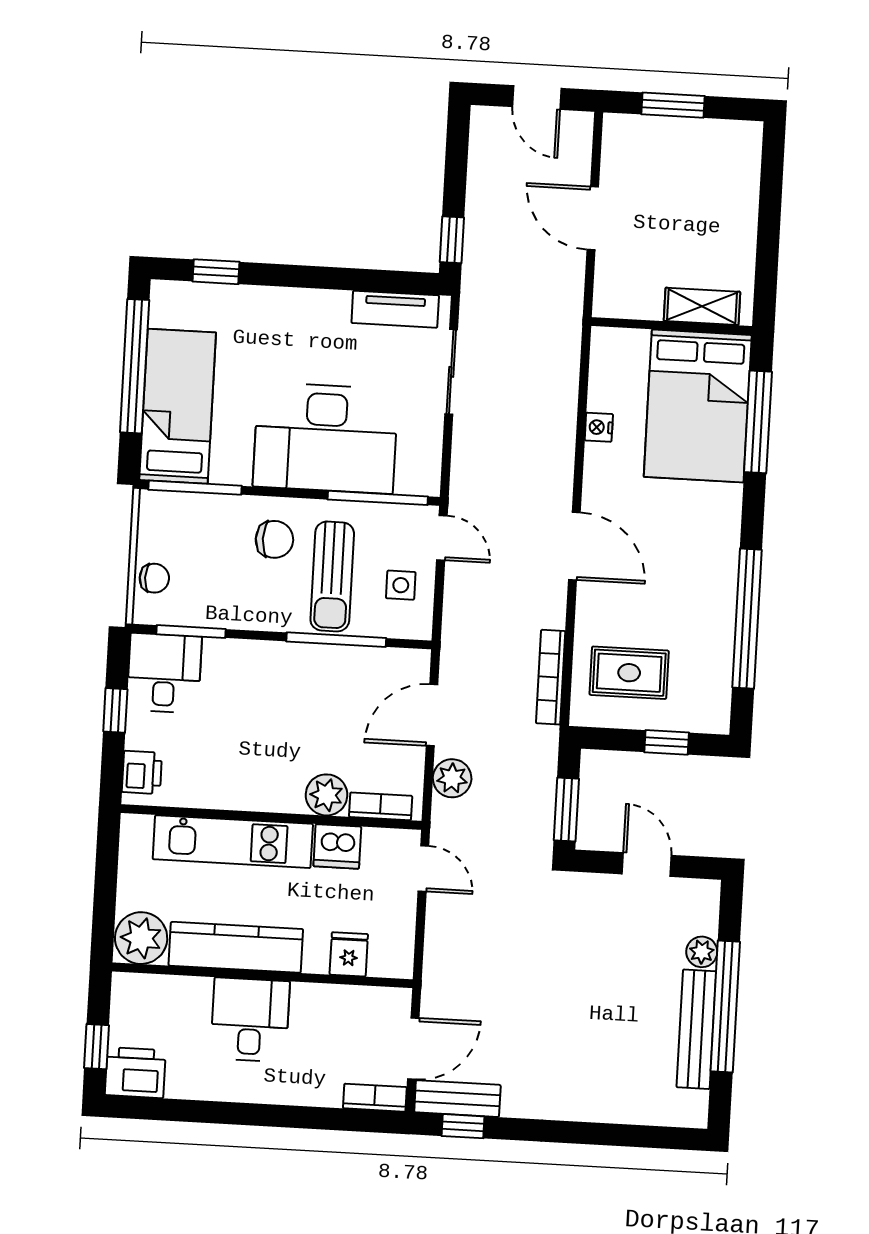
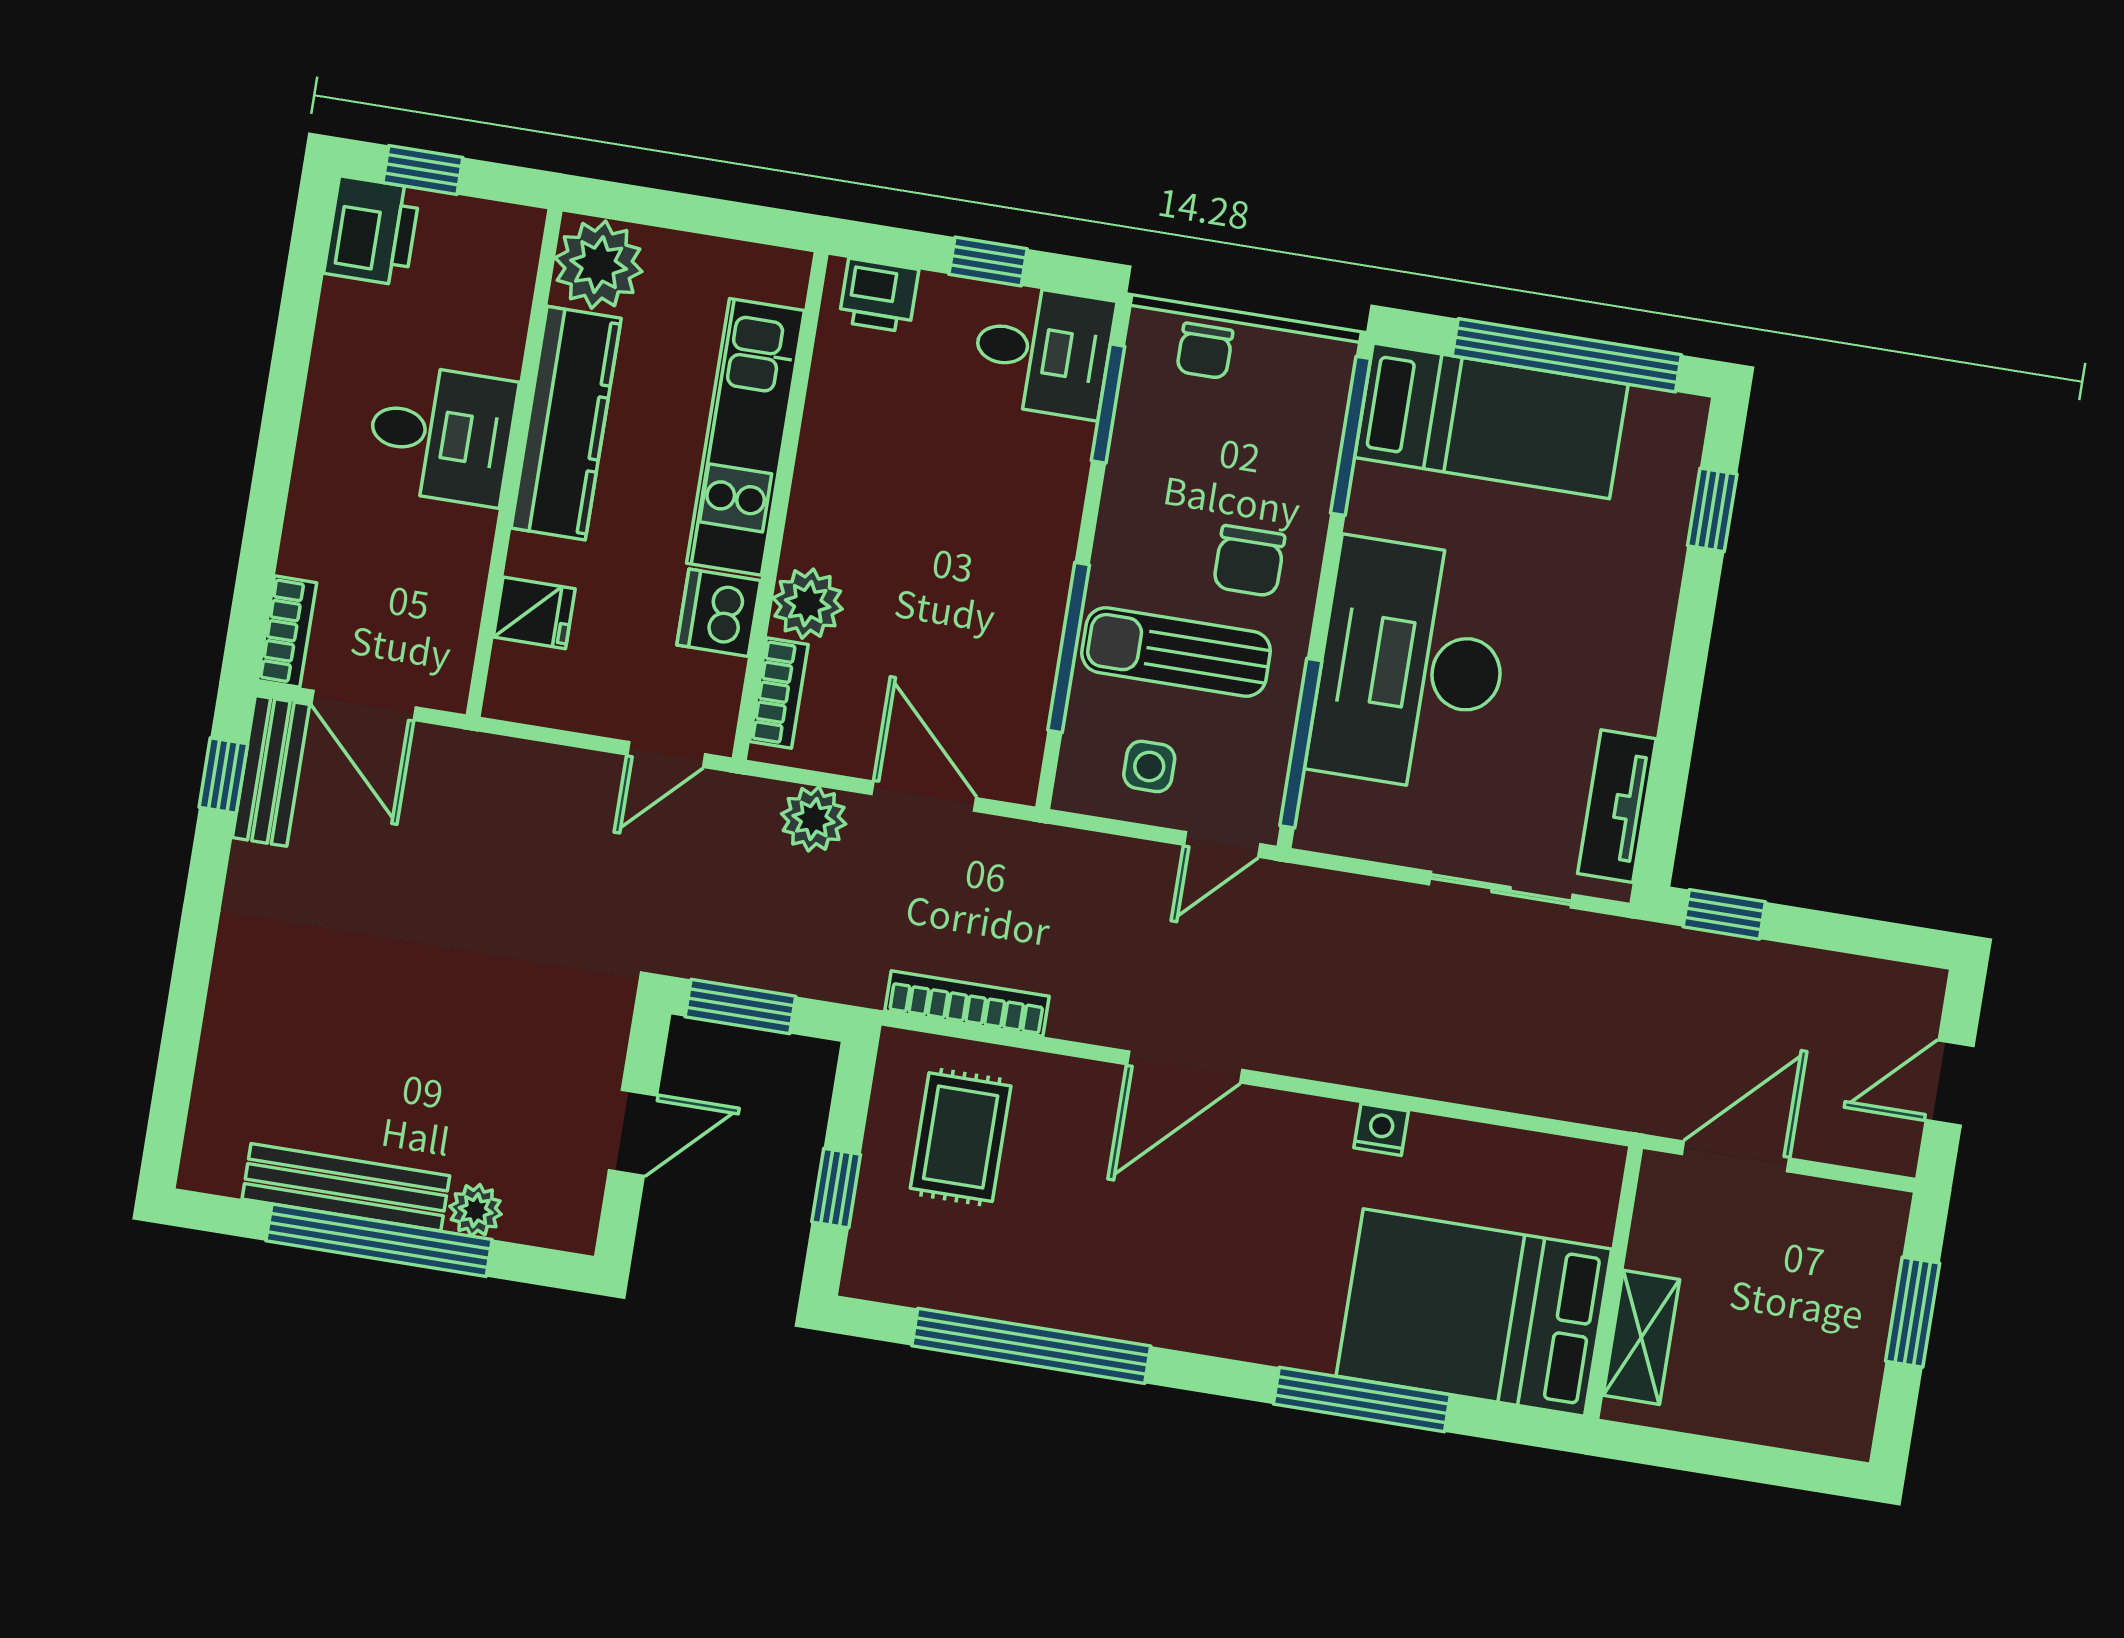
shelving: (702, 306) -> (1641, 1337), moved
wall: (672, 326) -> (1614, 1283), moved
bed: (698, 406) -> (1474, 1313), moved

